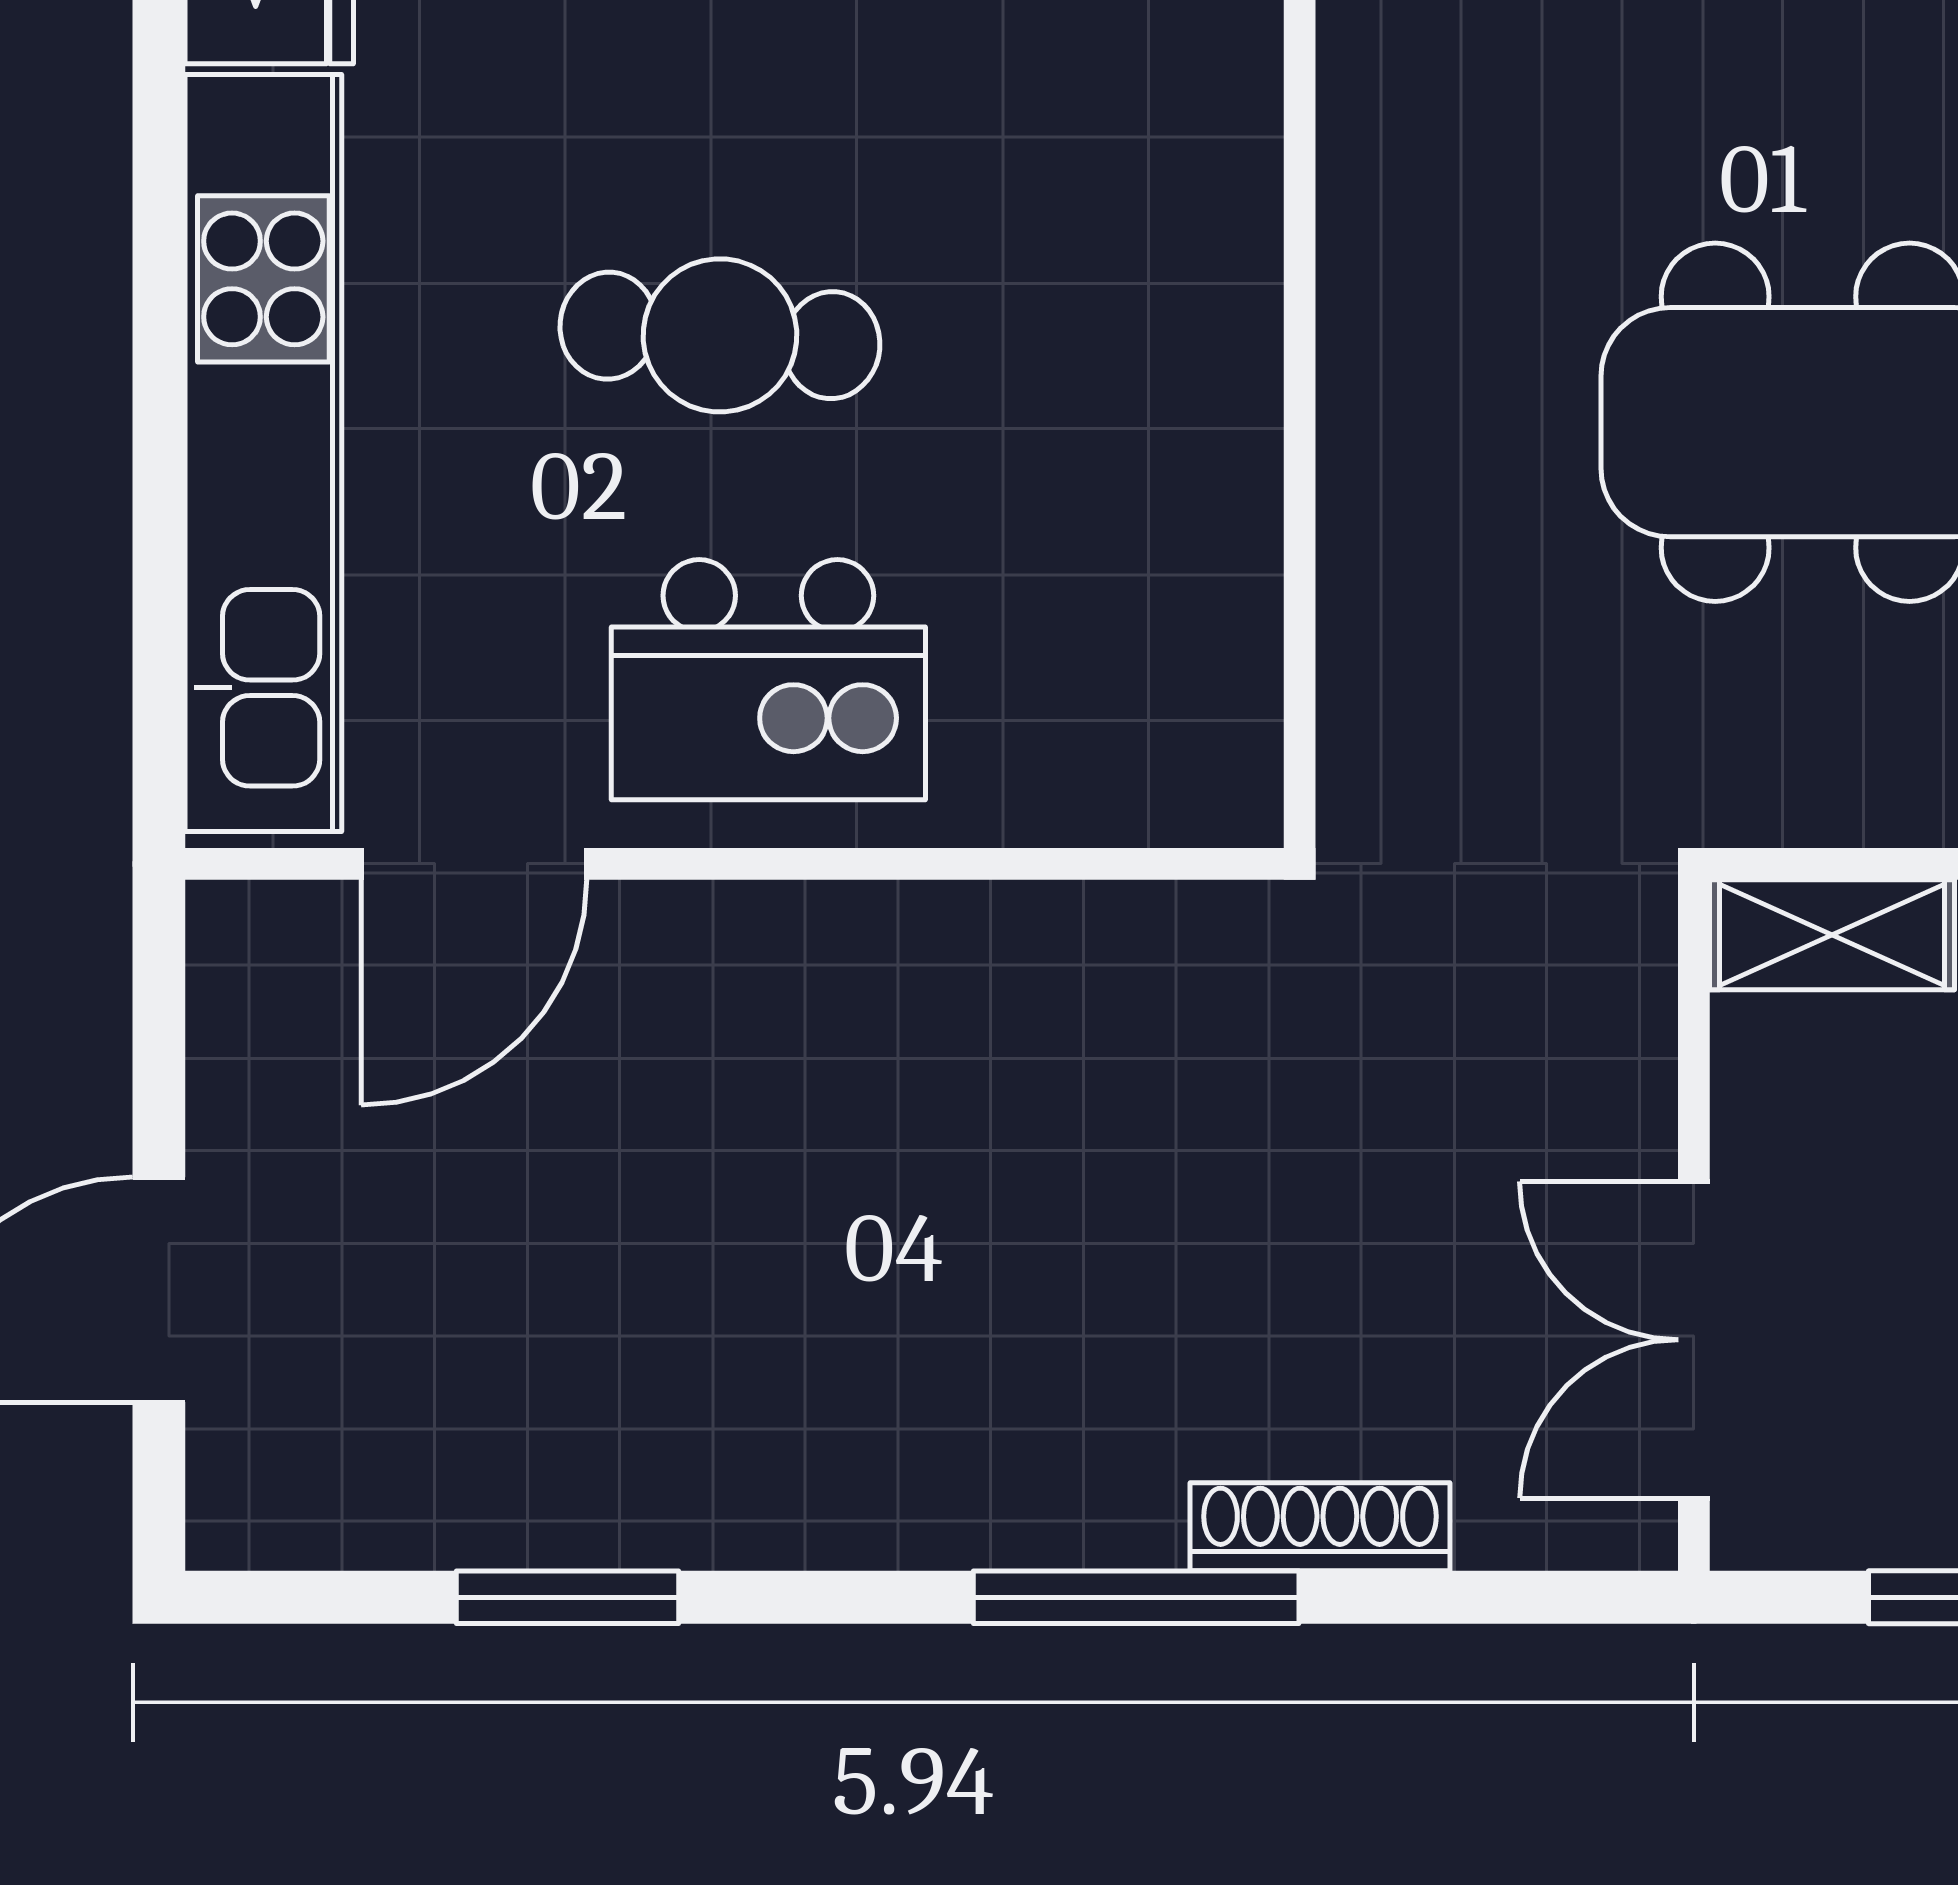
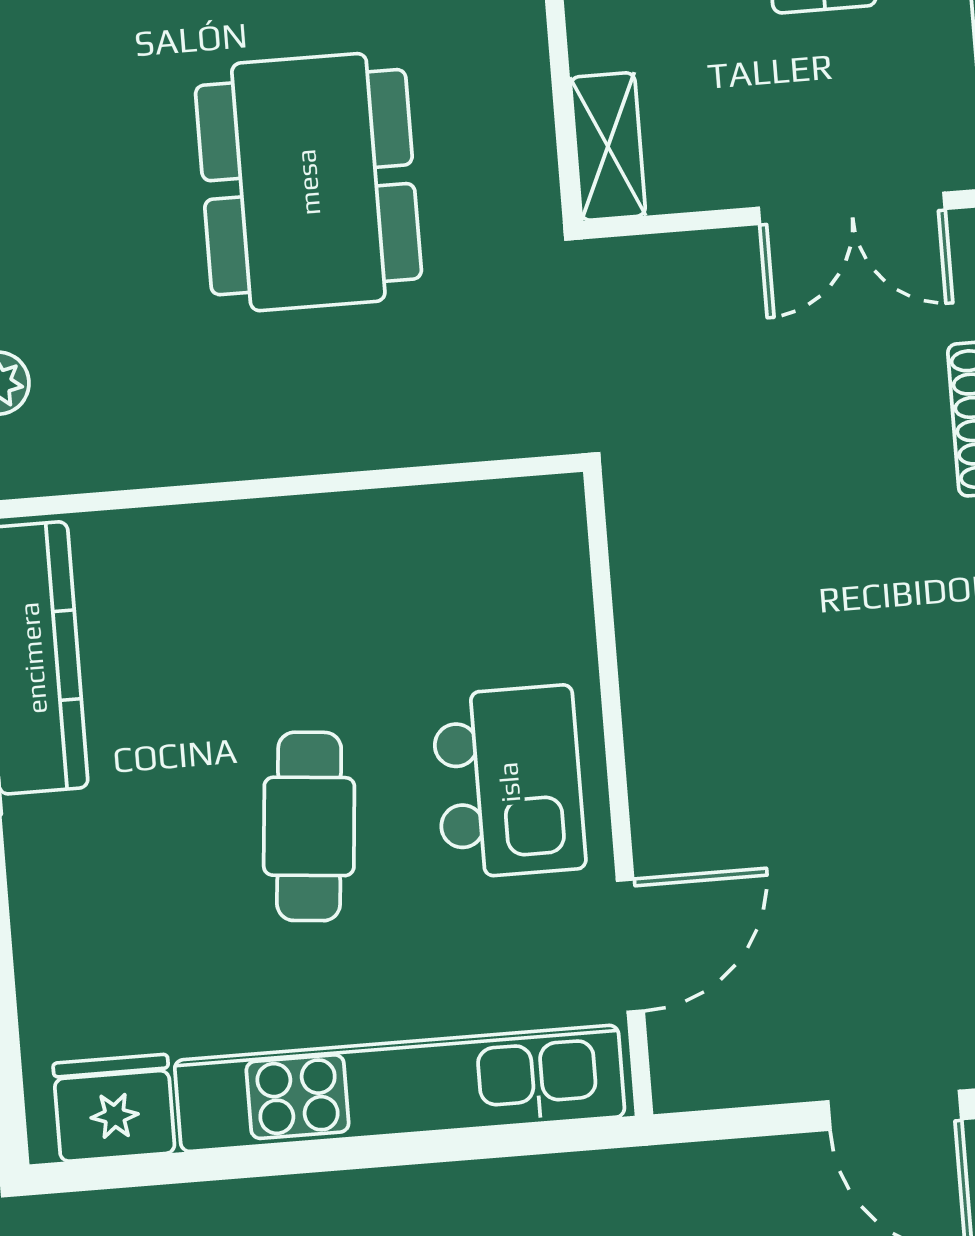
door: (474, 864) -> (630, 946), hinge flipped

